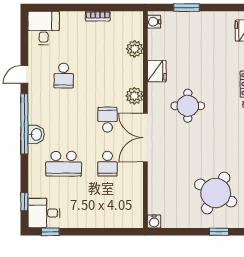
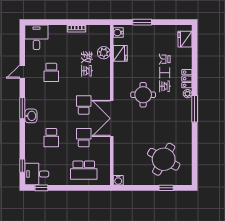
fridge: (157, 71) -> (120, 53), moved
plant: (134, 96) -> (104, 87), removed
window: (24, 124) -> (22, 108), width x0.47
school desk: (64, 164) -> (51, 138), width x0.54
school desk: (107, 164) -> (84, 138), turned 180
school desk: (107, 208) -> (84, 170), added

